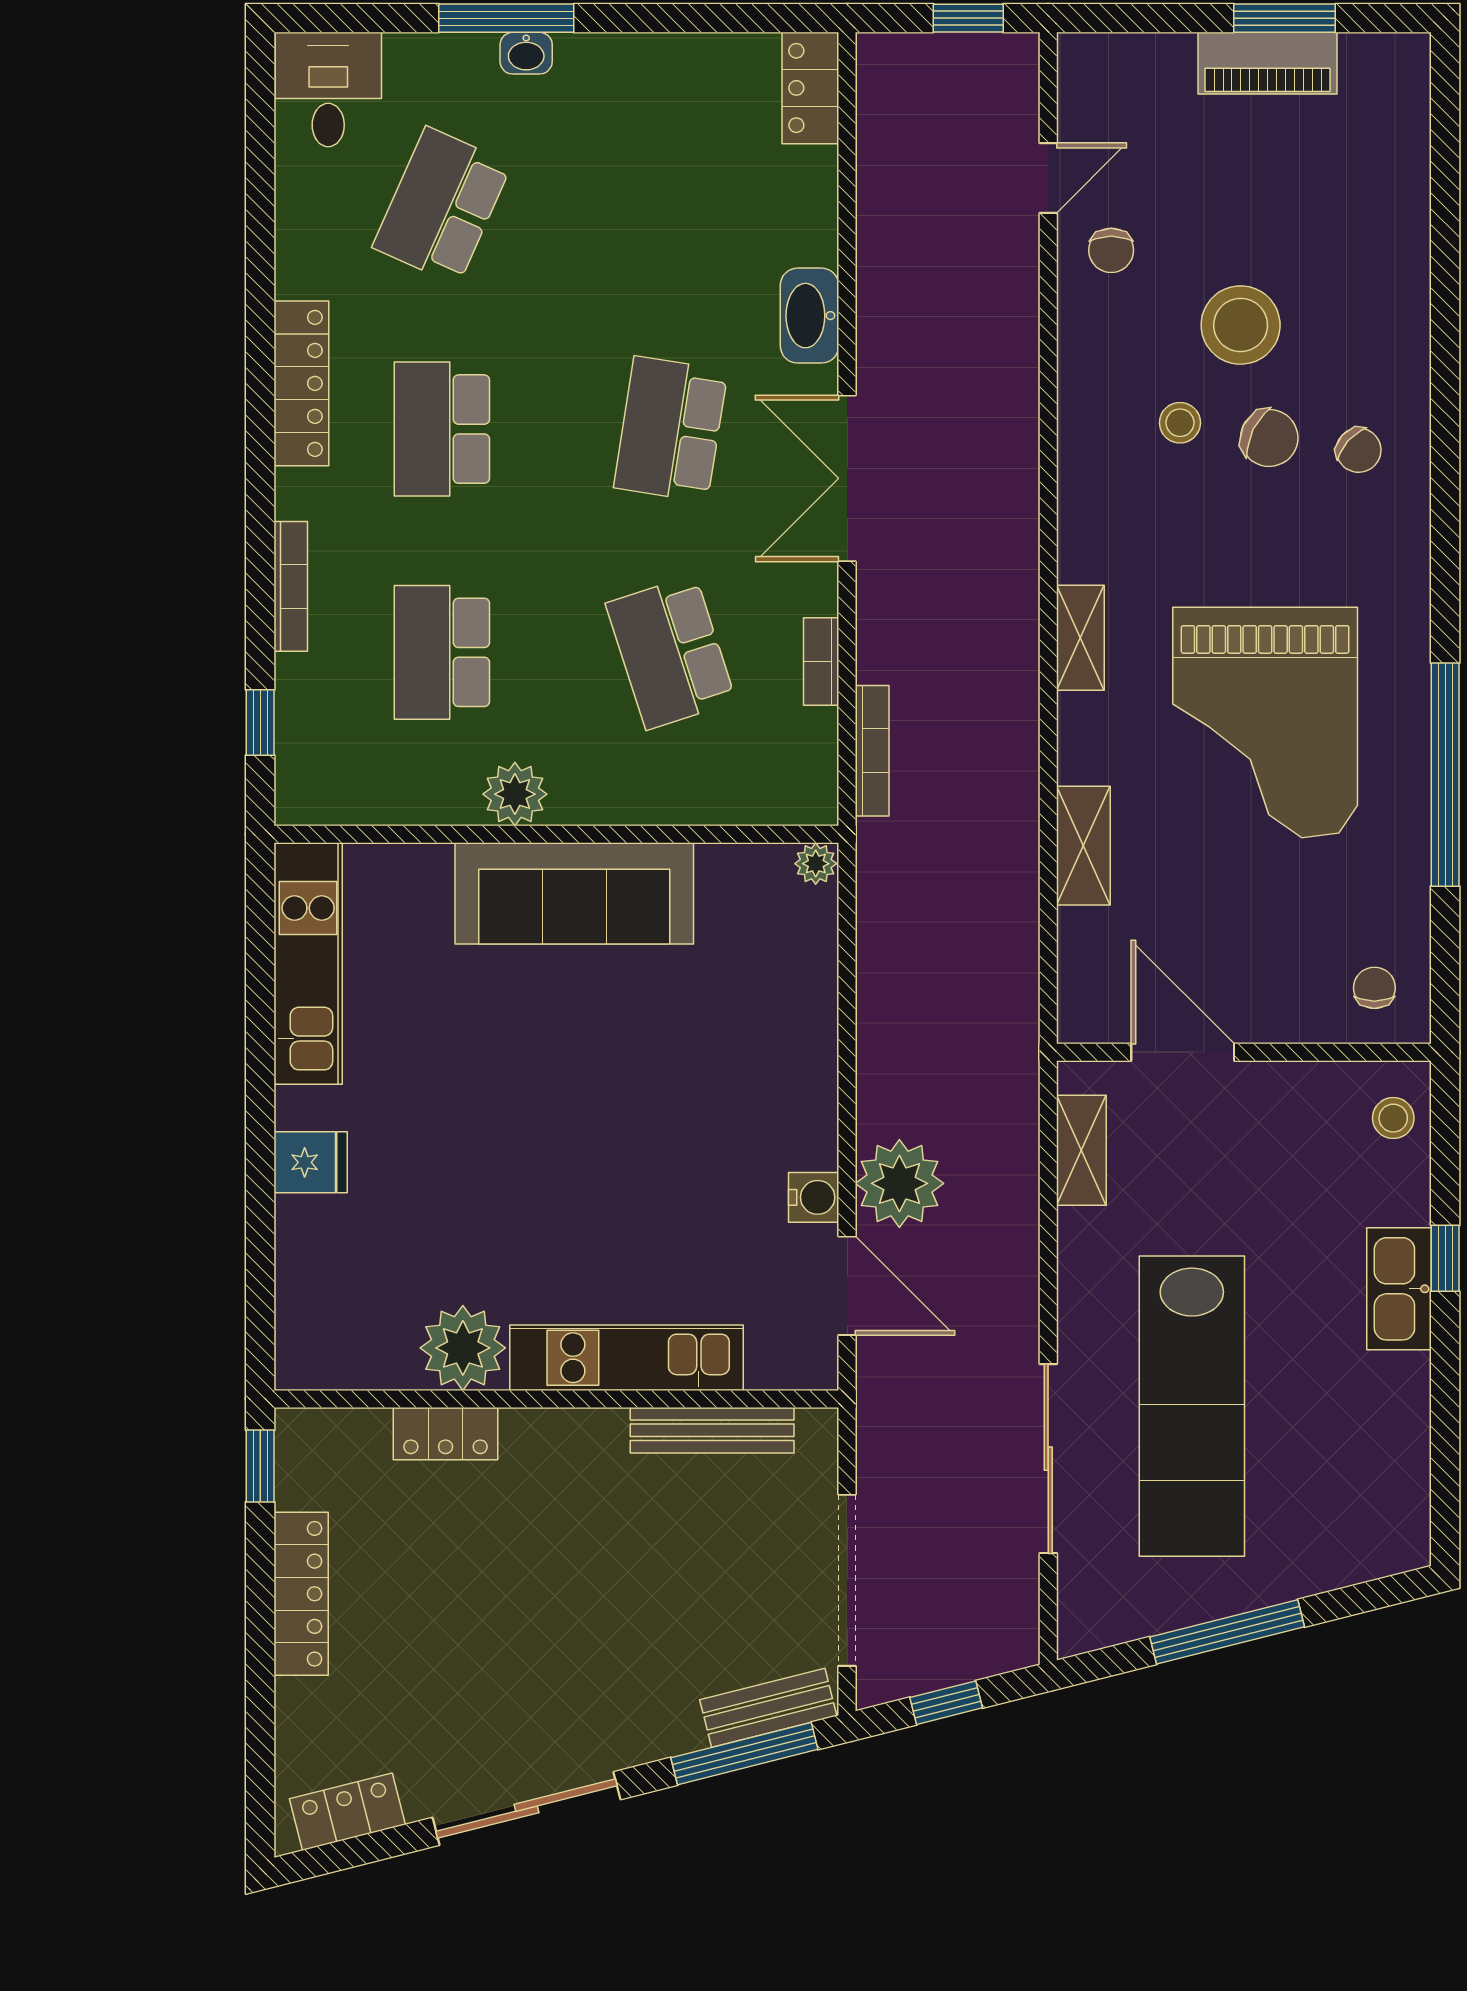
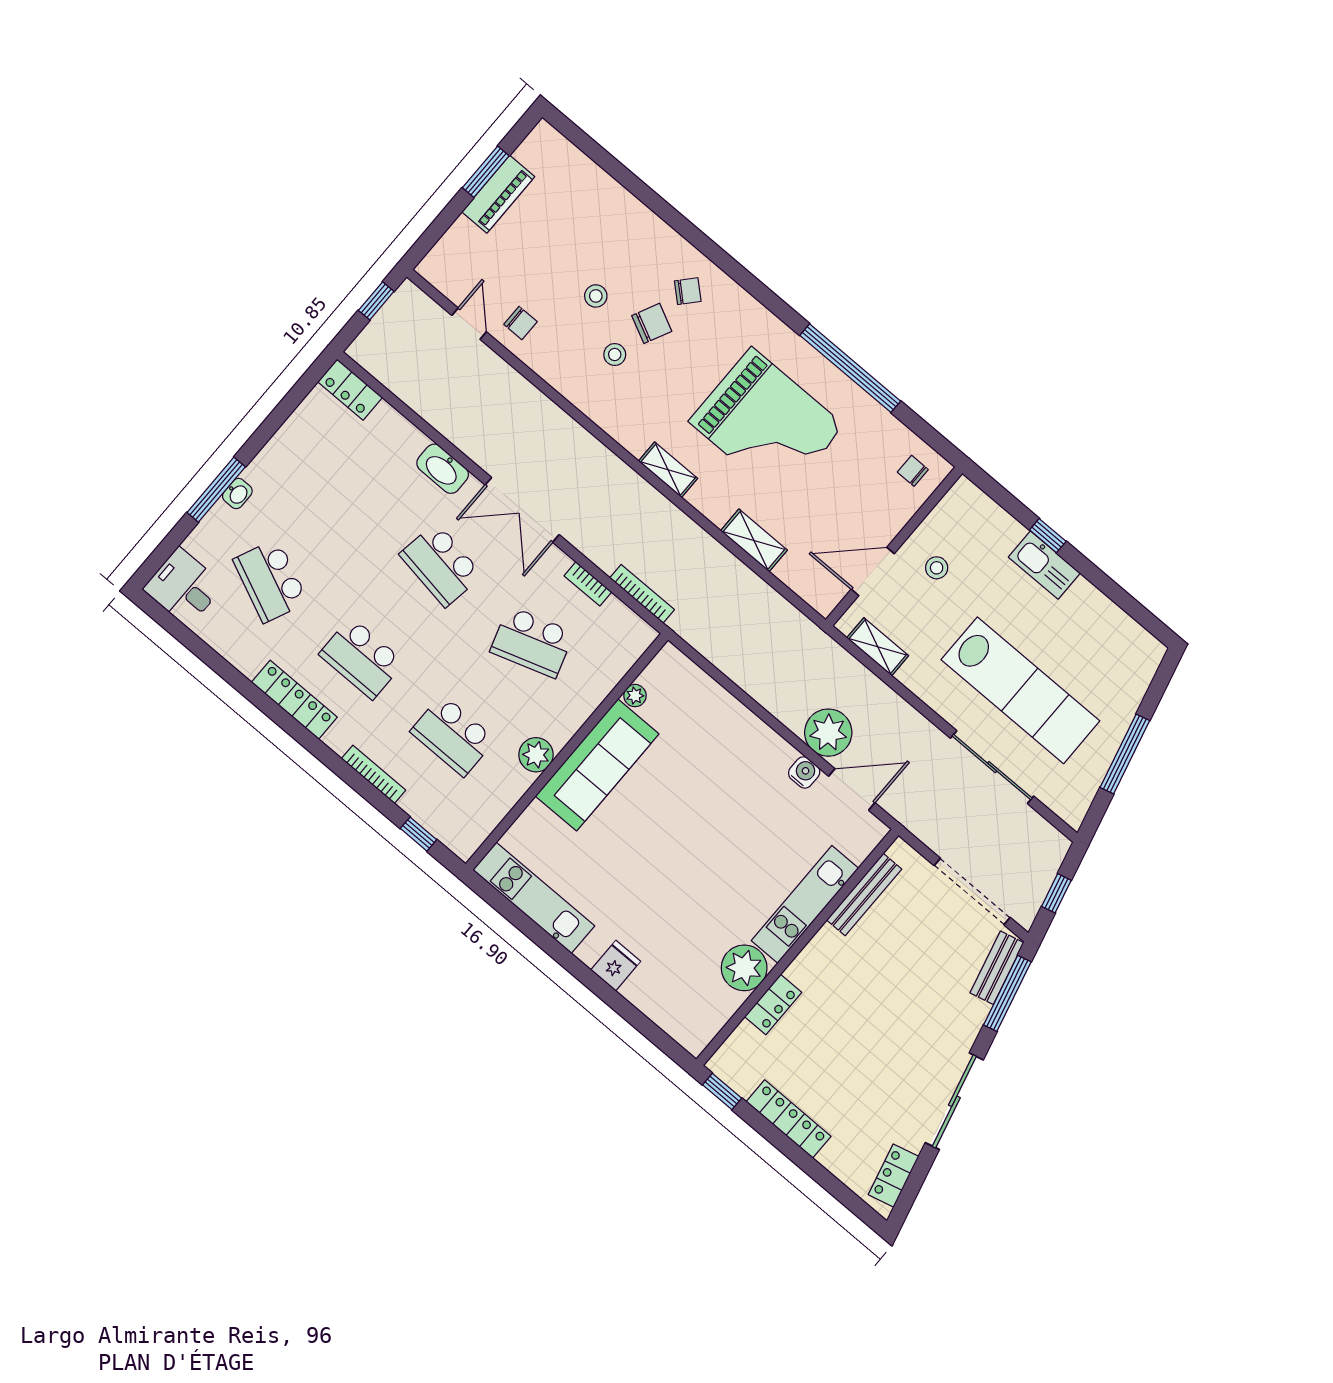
stool: (1241, 325) -> (596, 296), width x0.53, depth x0.53
plant: (816, 864) -> (635, 696), moved
stool: (1393, 1118) -> (937, 568), moved

